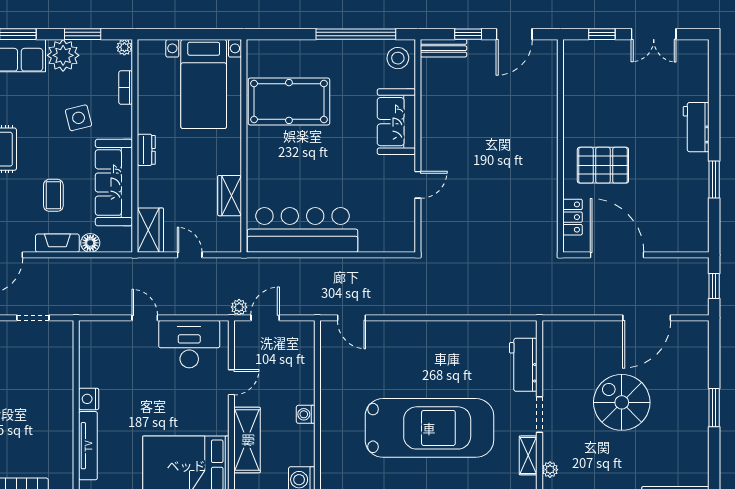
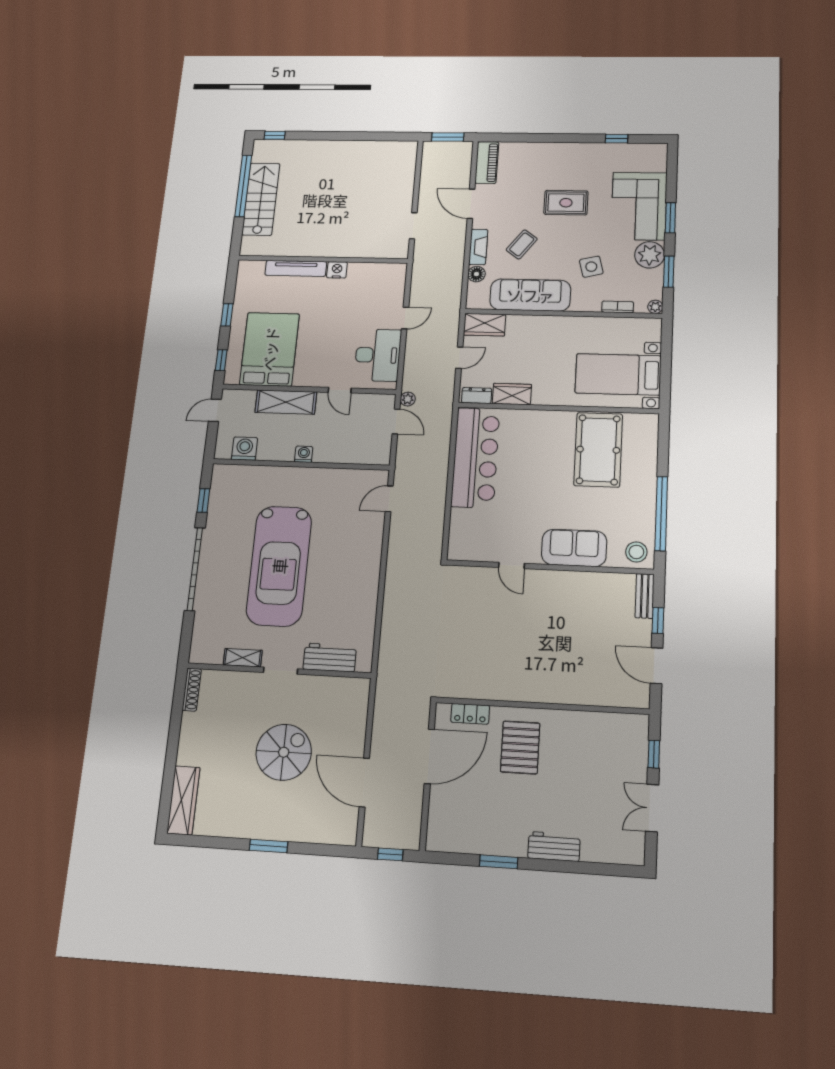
dresser: (146, 150) -> (477, 395), moved, turned 180
coffee table: (53, 195) -> (522, 244), turned -53
plant: (550, 470) -> (227, 678), removed

